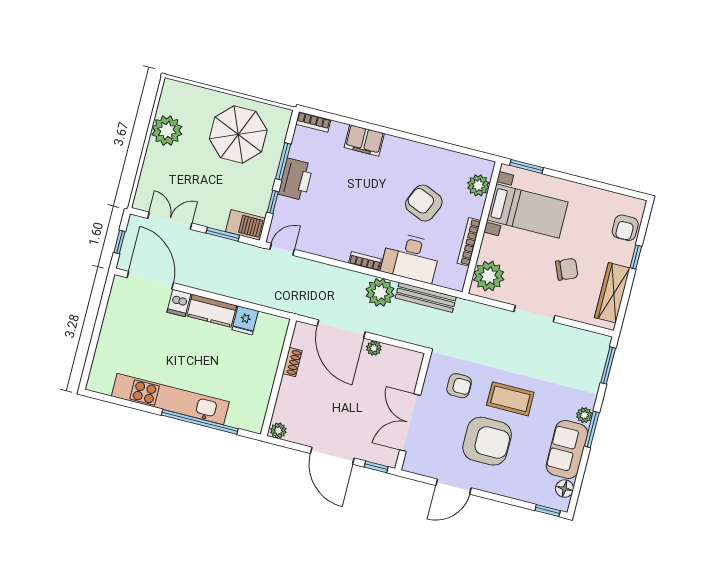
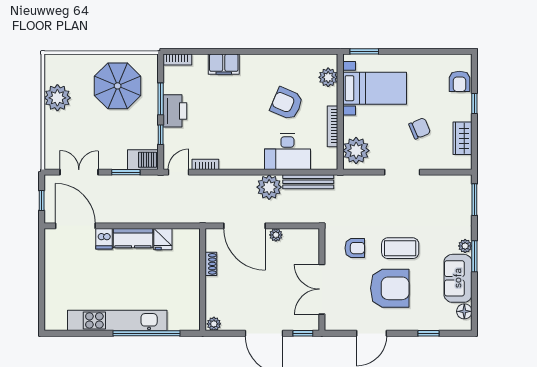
bookcase: (365, 261) -> (205, 164), moved
wardrobe: (612, 293) -> (462, 138), width x0.67
window: (548, 511) -> (429, 333), moved

